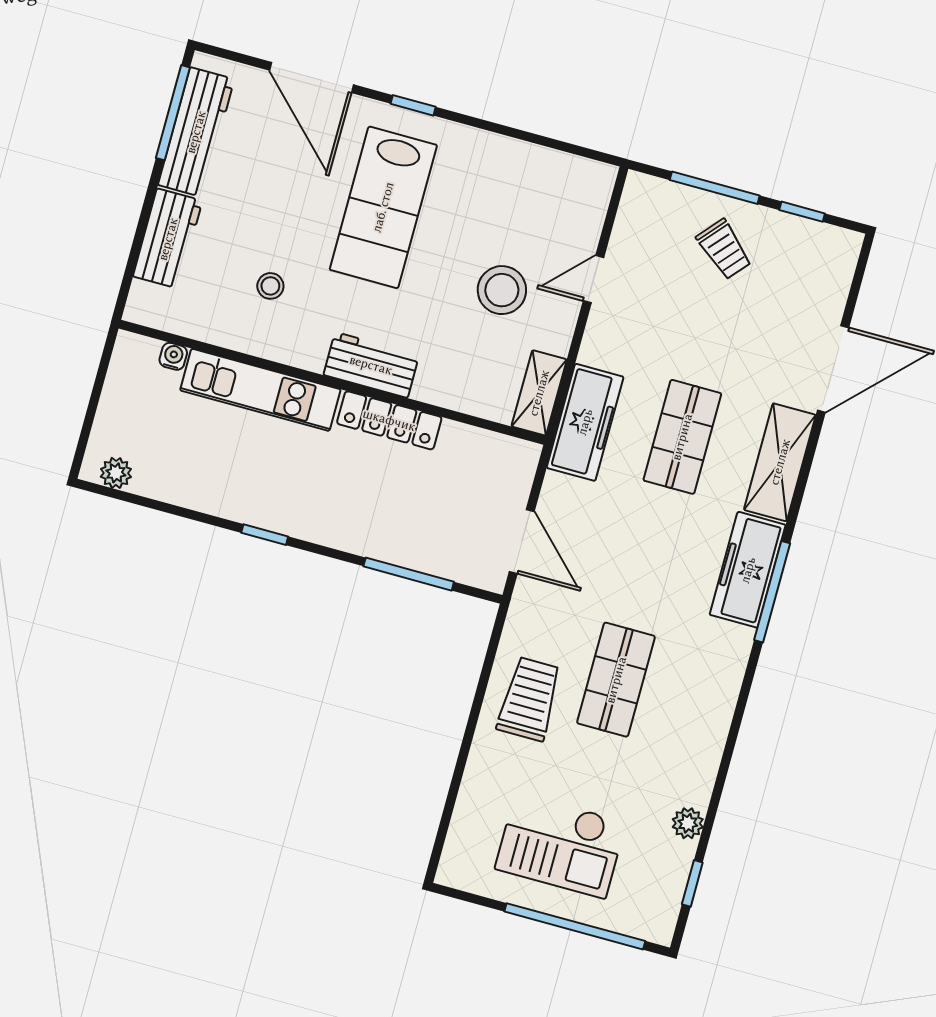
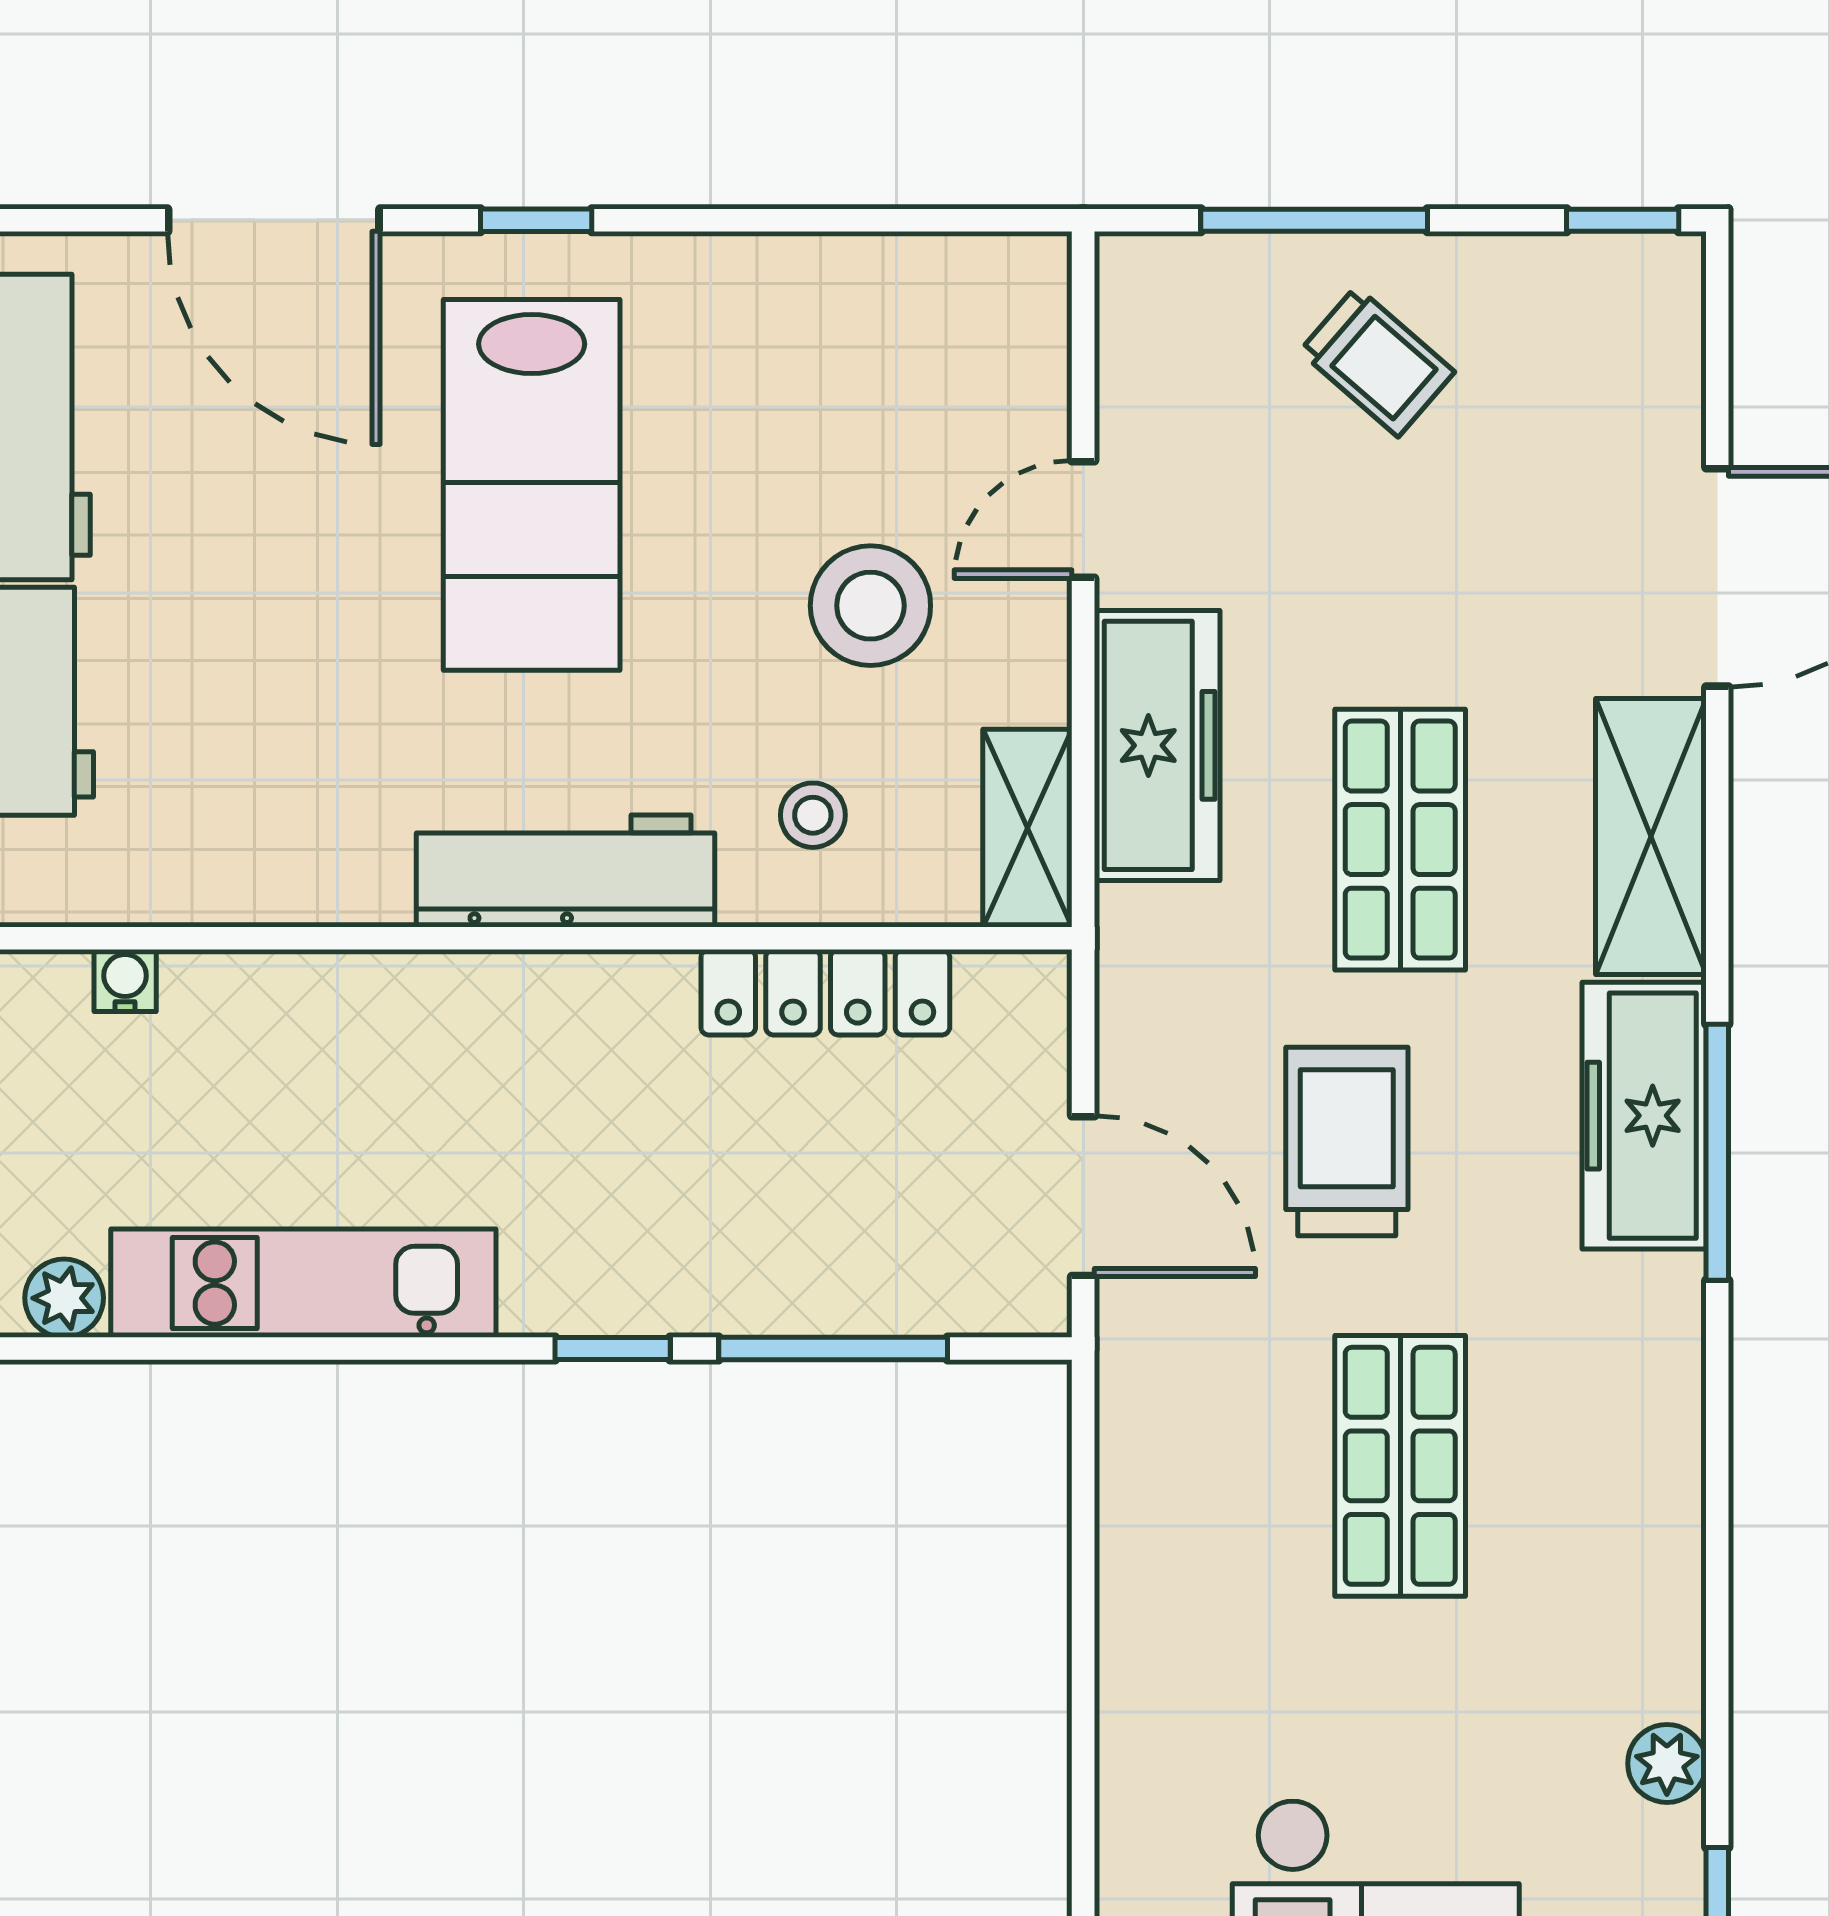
window: (802, 212) -> (1623, 220), moved
stool: (270, 286) -> (813, 815), moved
workbench: (371, 365) -> (566, 871), width x1.38
kitchen unit: (260, 390) -> (303, 1283), moved, turned 180
locker: (389, 420) -> (825, 992), moved
freezer: (585, 422) -> (1157, 745), moved
window: (265, 535) -> (613, 1349), moved
trolley: (529, 699) -> (1347, 1141), moved

